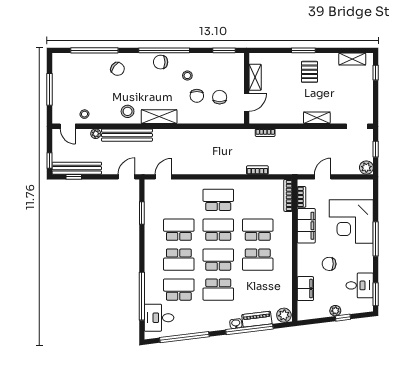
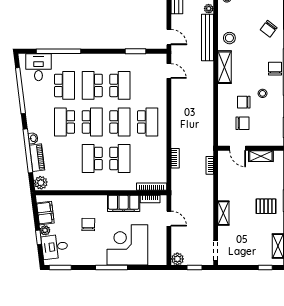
desk: (360, 285) -> (55, 247), moved, turned 83
filing cabinet: (305, 289) -> (45, 213), moved, turned -97

